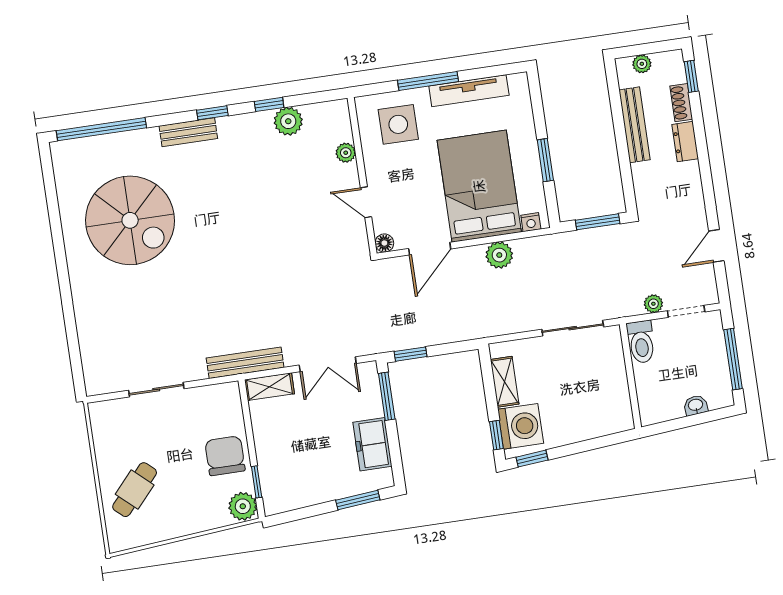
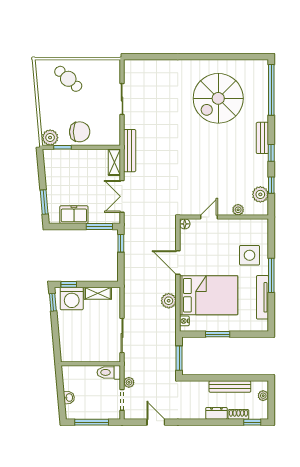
plant: (346, 153) -> (238, 210), moved
wall: (362, 176) -> (224, 217), moved
door: (366, 202) -> (209, 217), moved
floor lamp: (384, 243) -> (185, 224), moved

